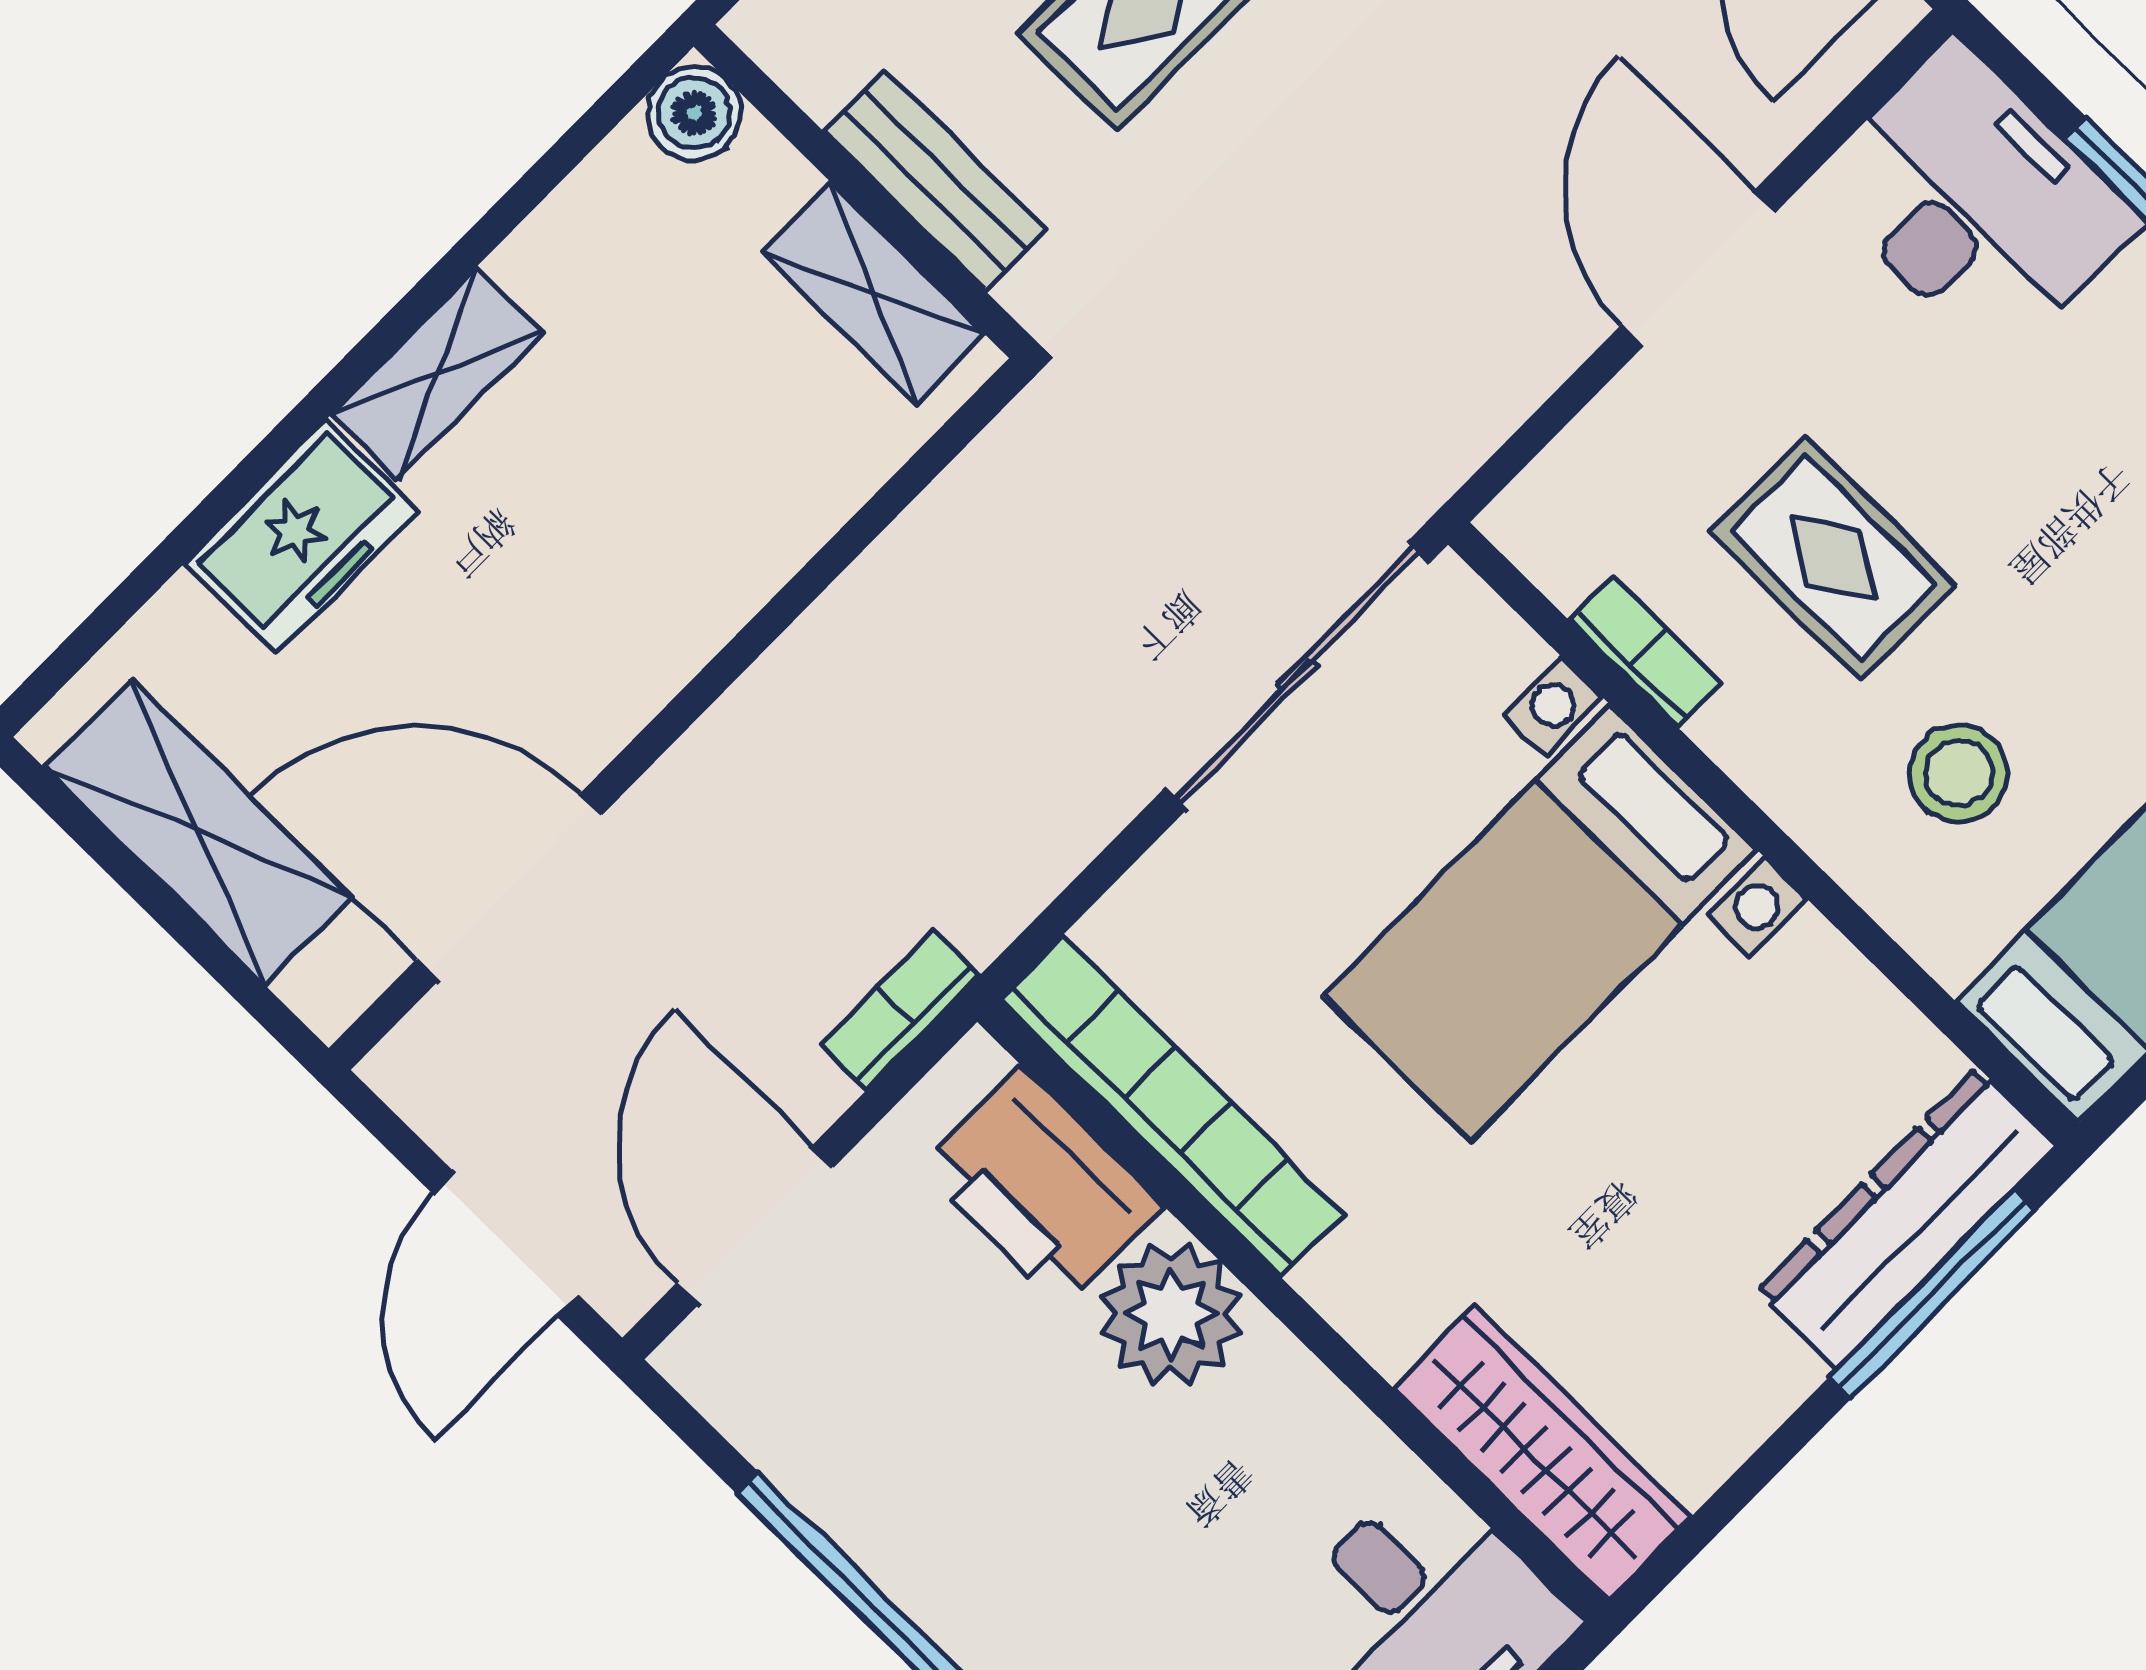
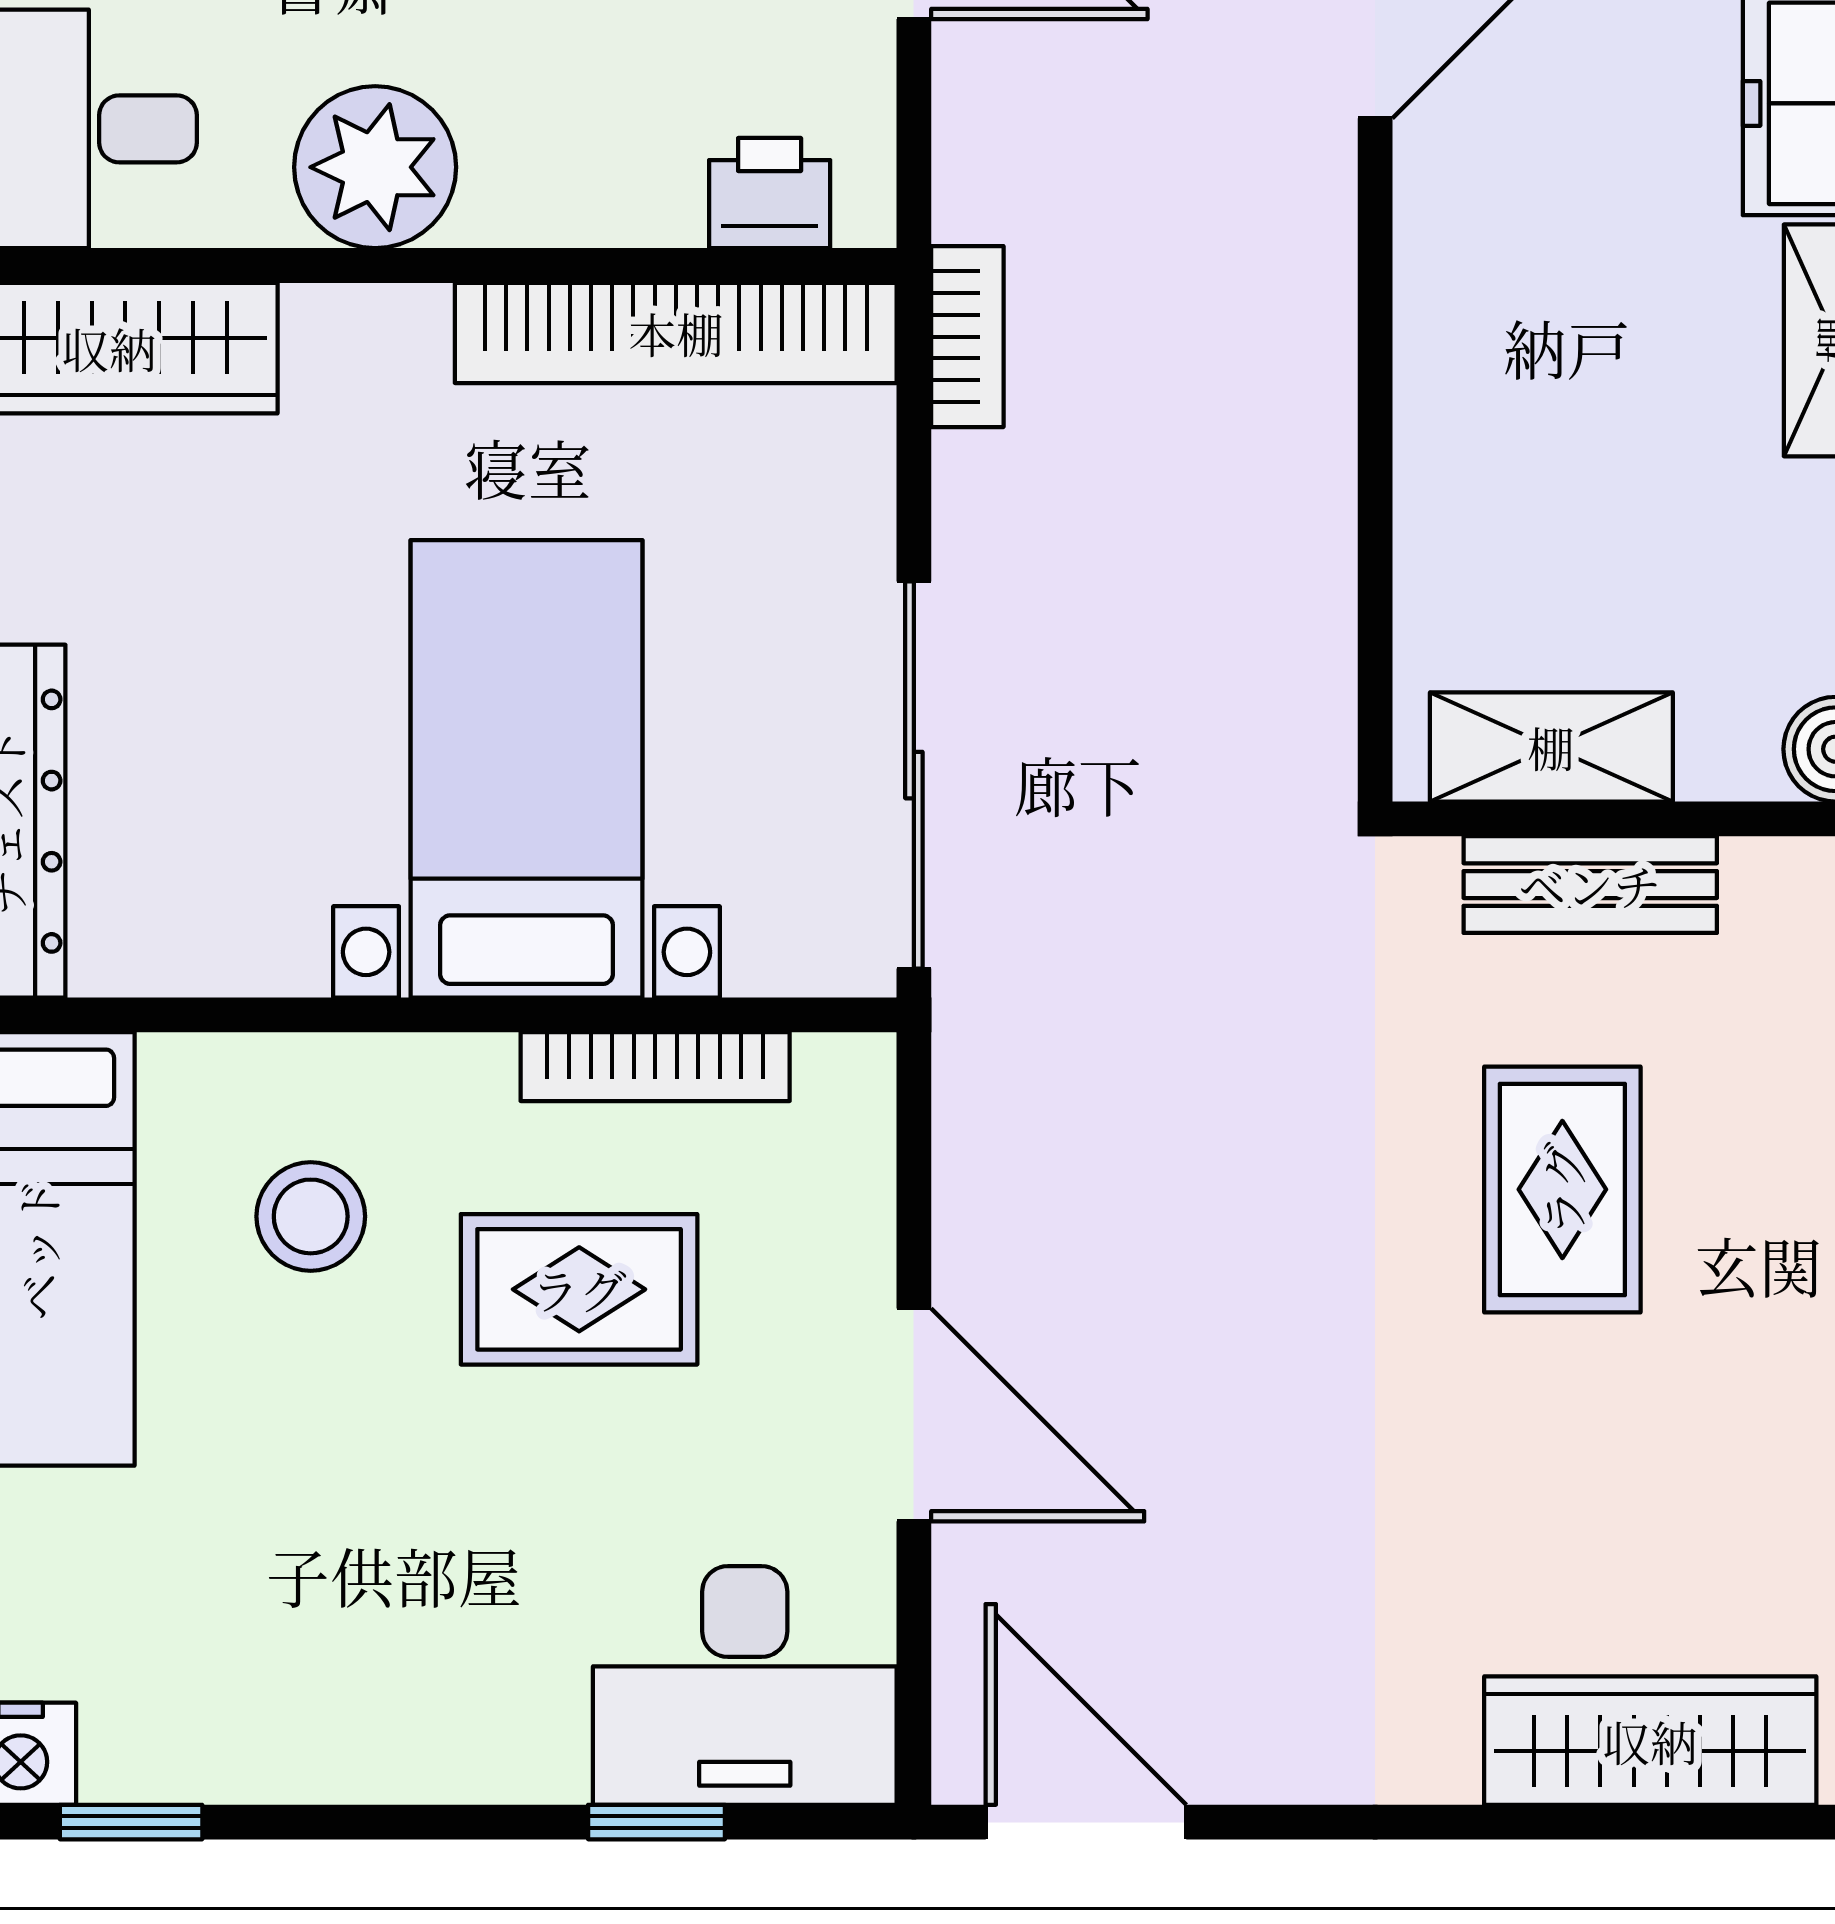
bookcase: (1645, 652) -> (655, 1067), width x1.56
bookcase: (900, 1010) -> (967, 337), moved
printer: (1041, 1187) -> (770, 193), width x0.53, depth x0.68
plant: (1171, 1314) -> (375, 167), moved

